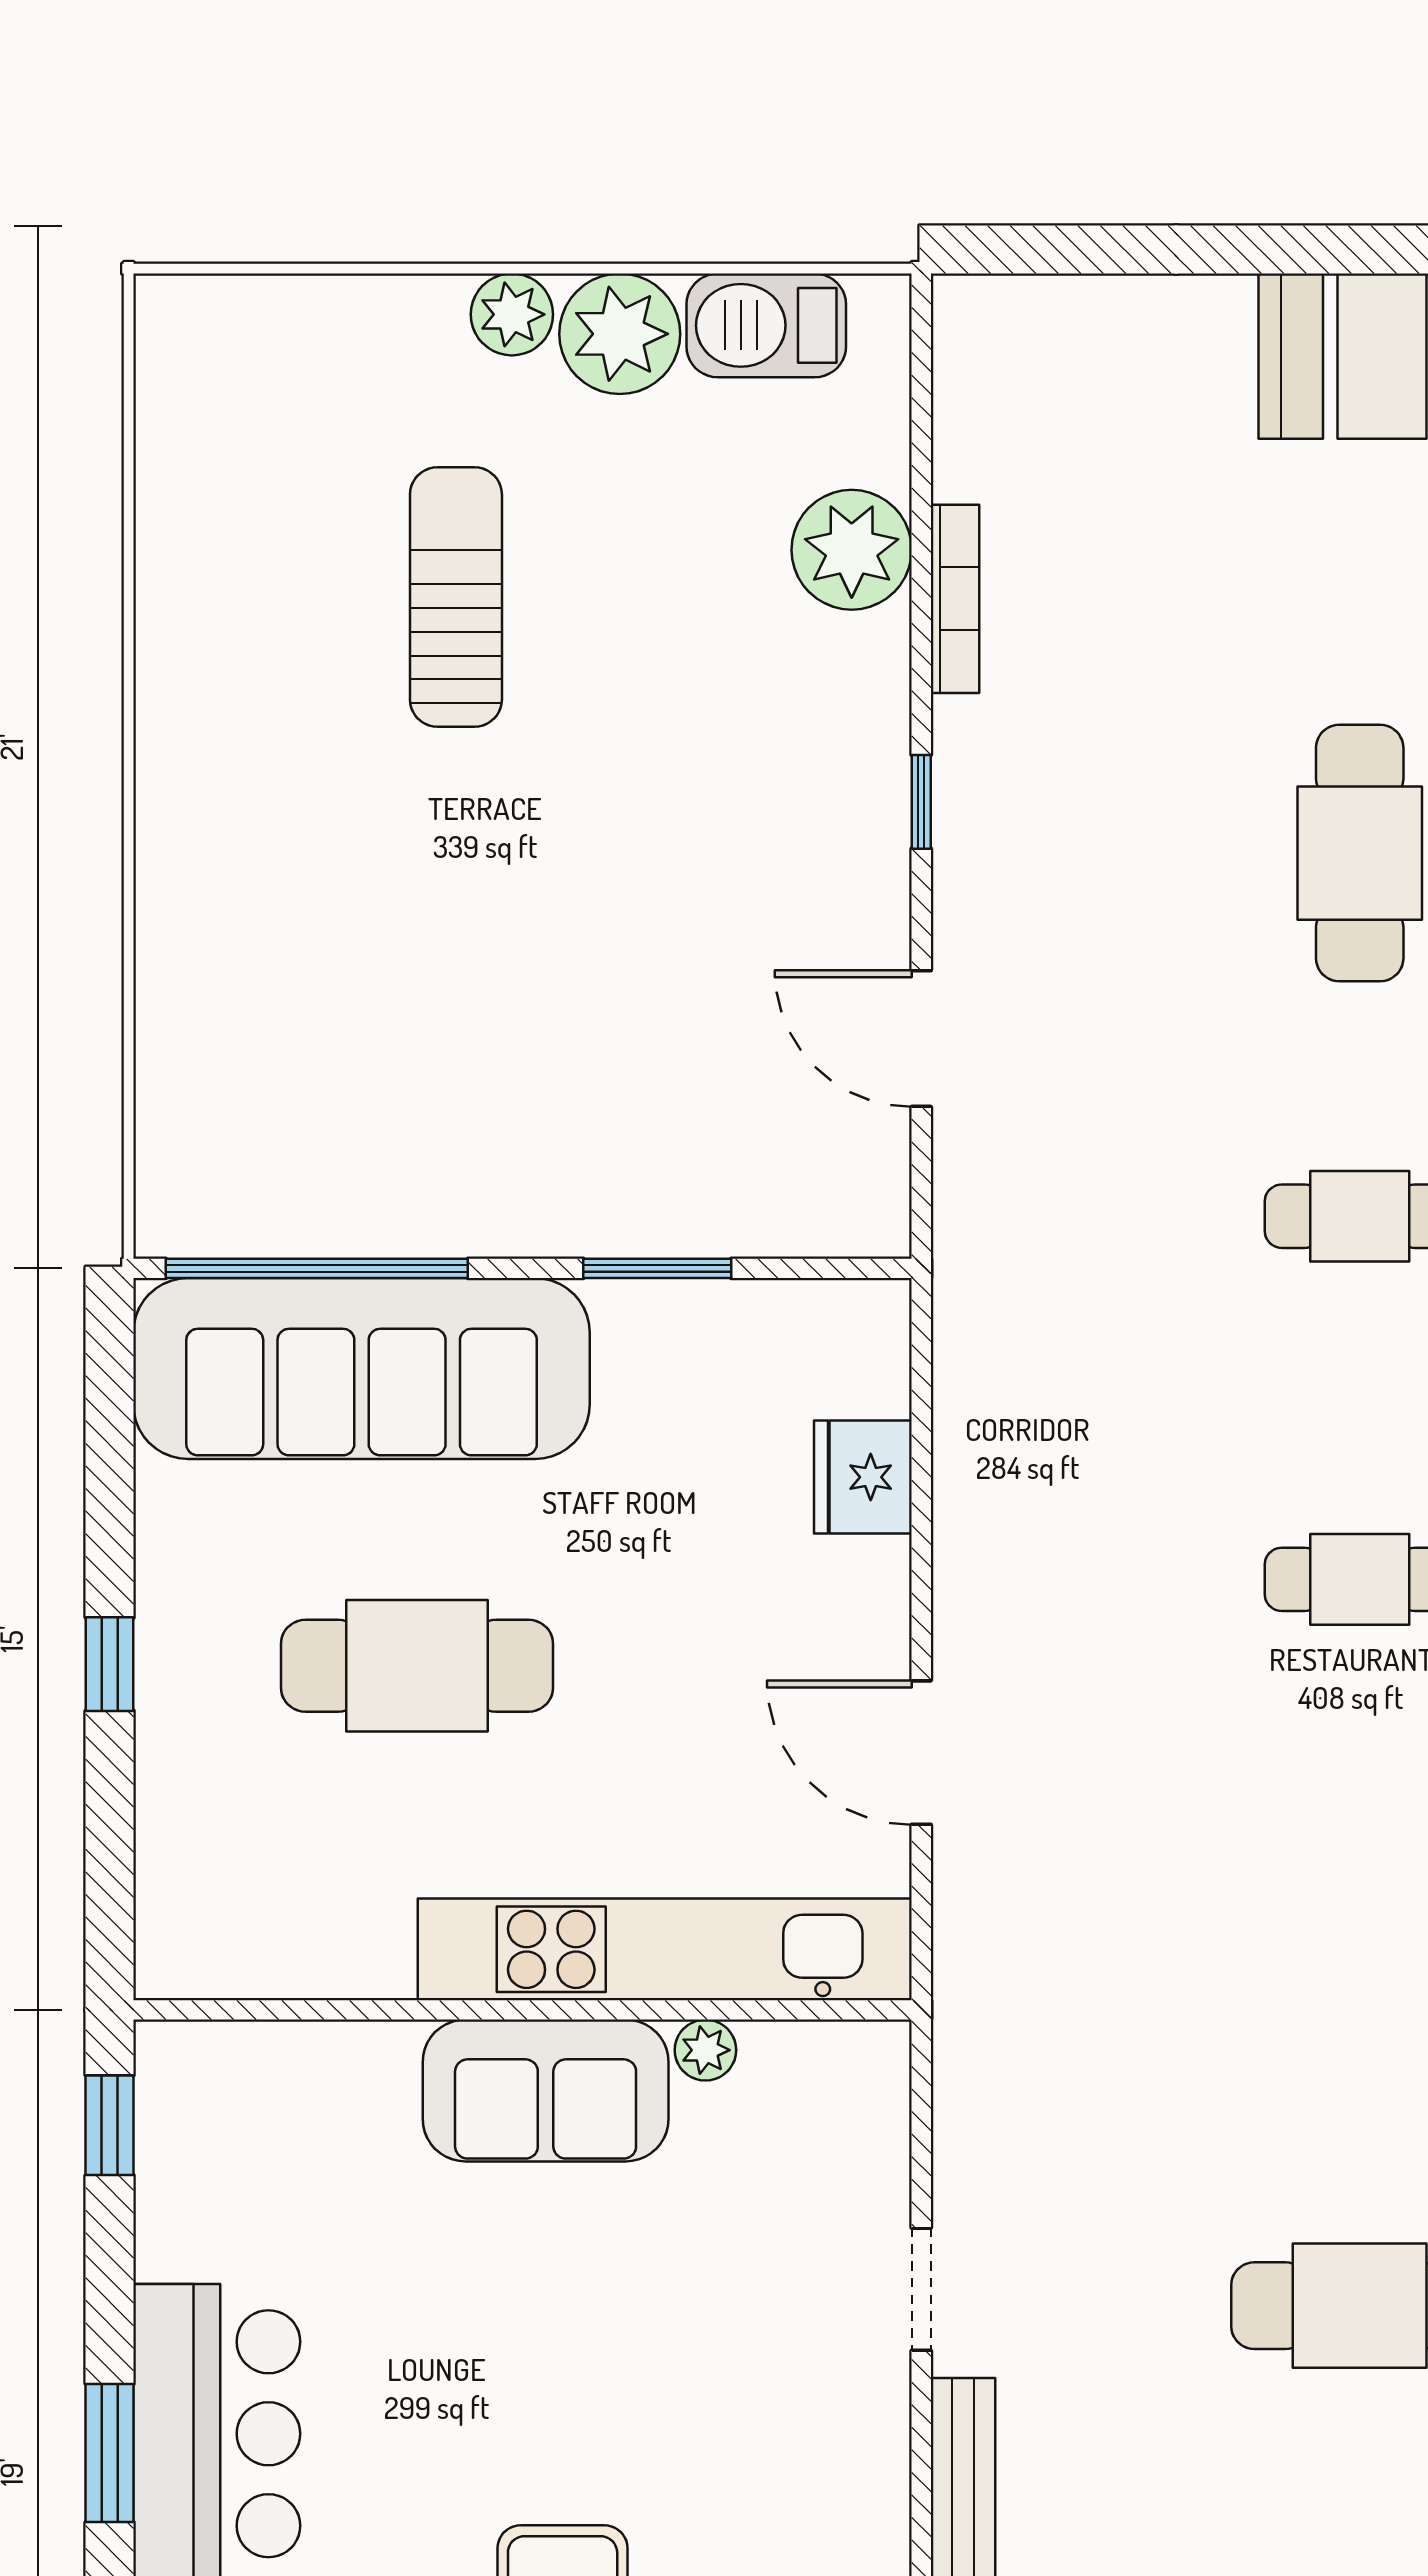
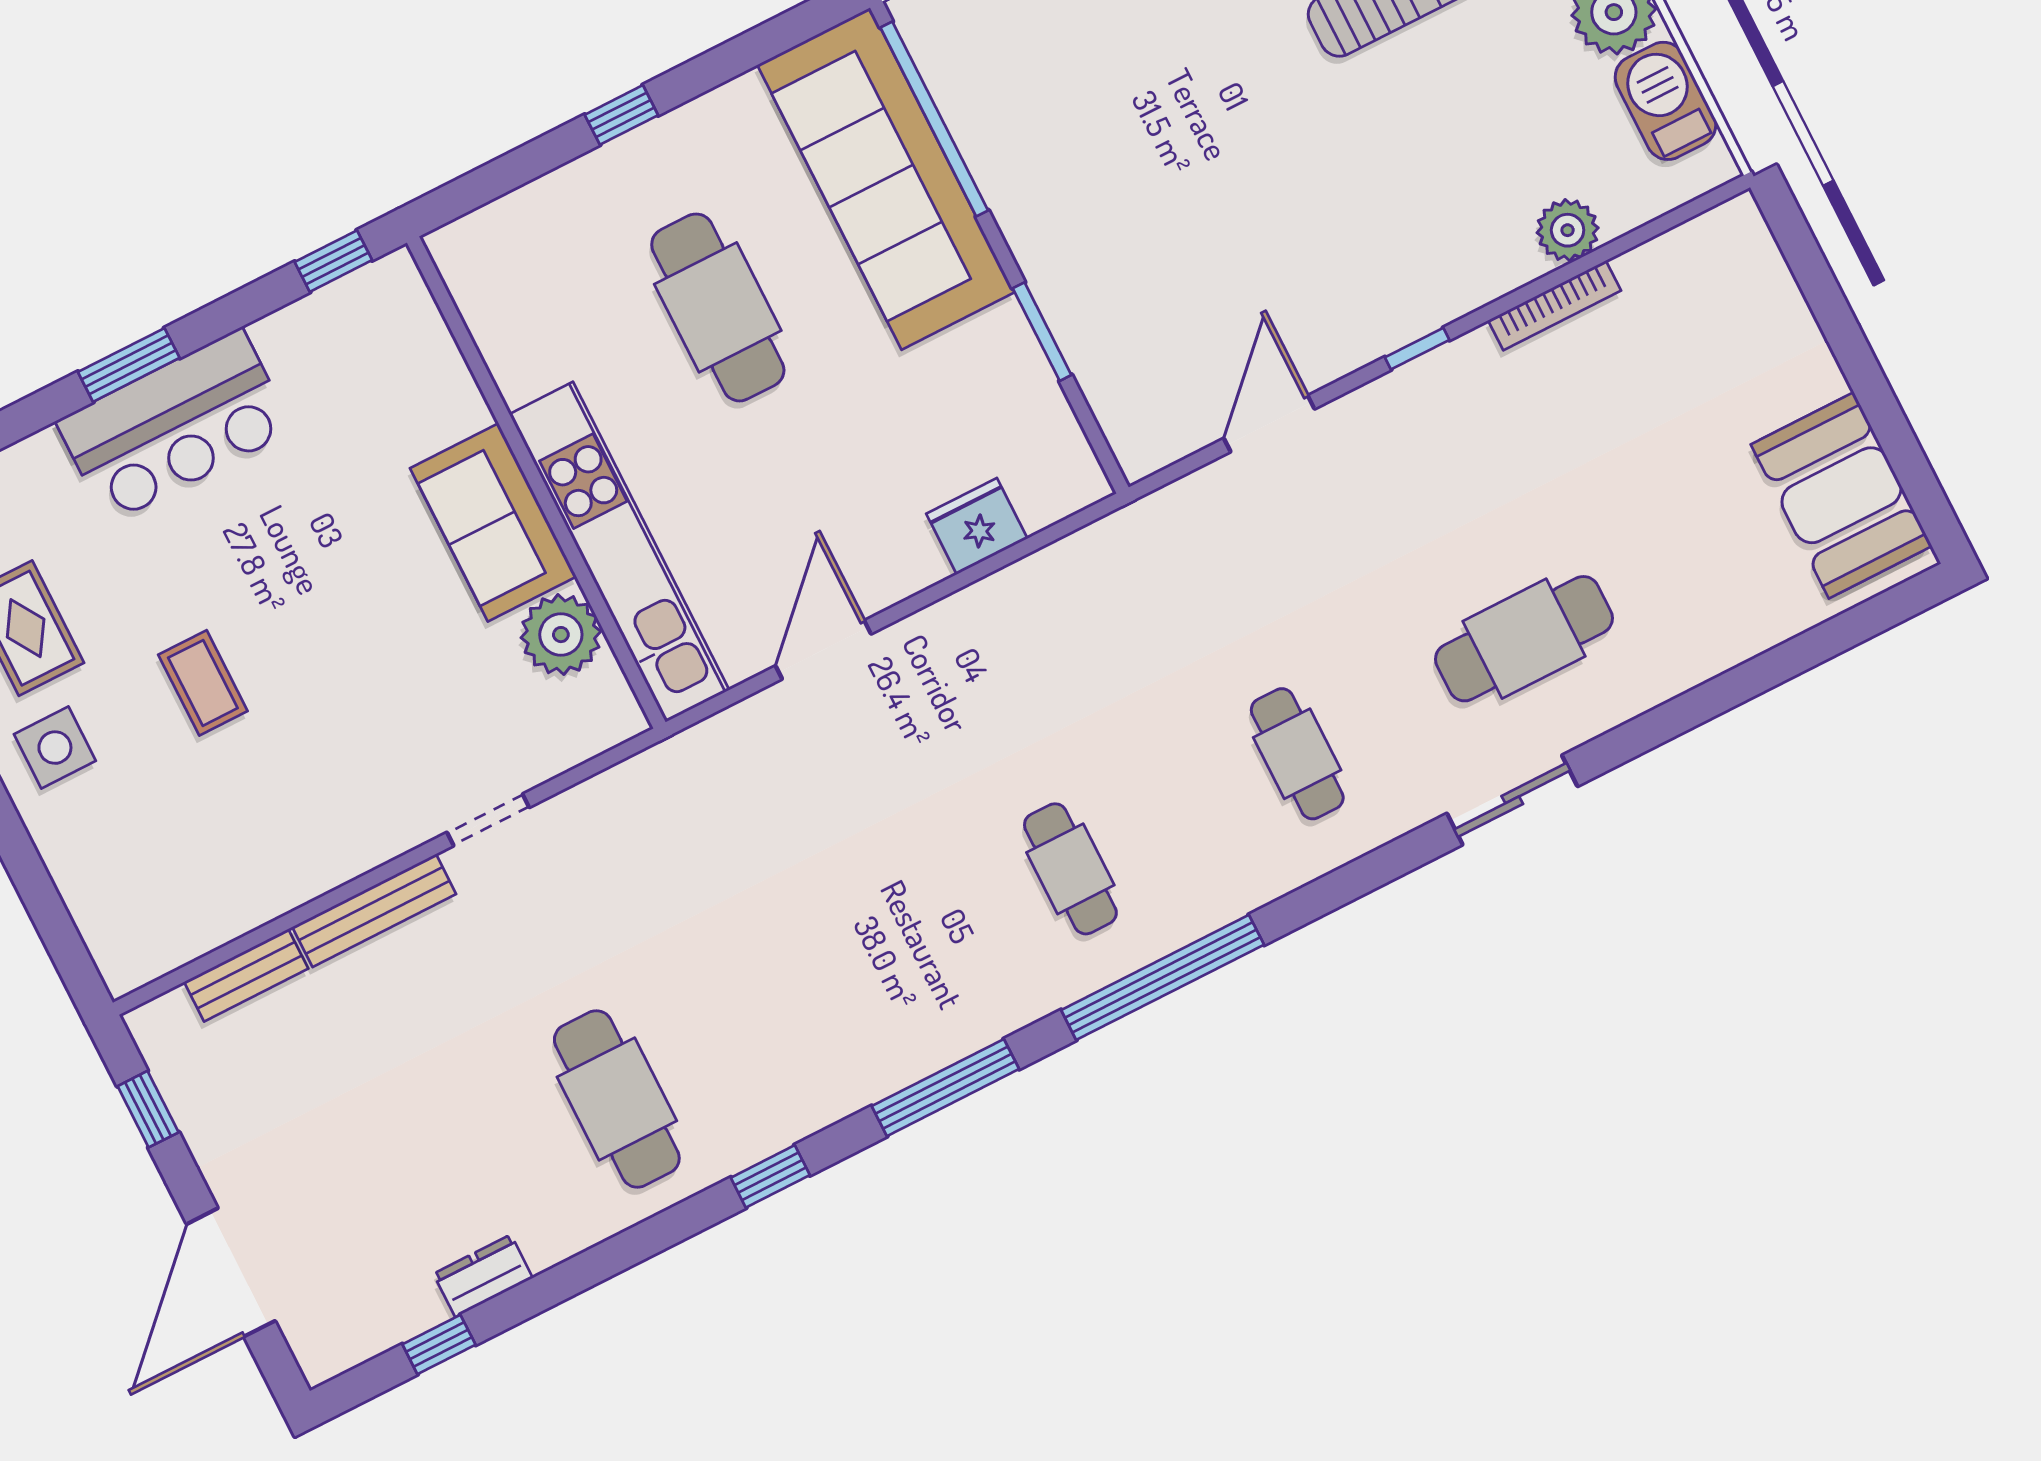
plant: (852, 550) -> (1568, 230), width x0.73, depth x0.73
plant: (705, 2050) -> (561, 635), width x1.88, depth x1.88

